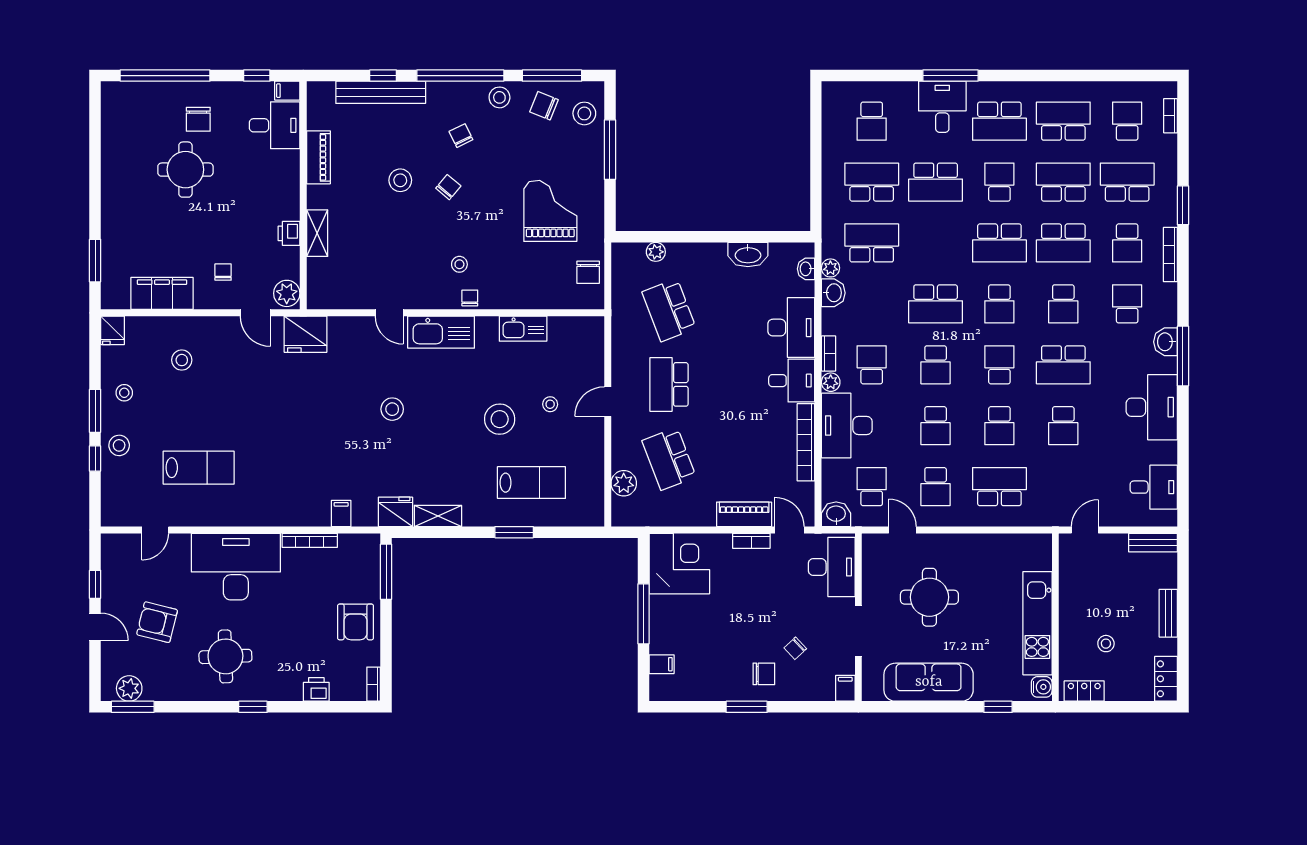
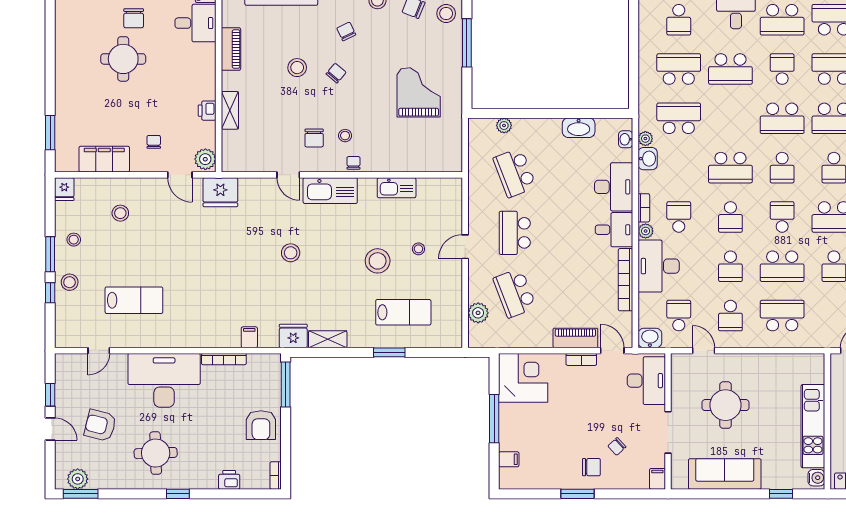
chair: (588, 272) -> (314, 138), moved
school desk: (999, 426) -> (782, 266), width x1.85

